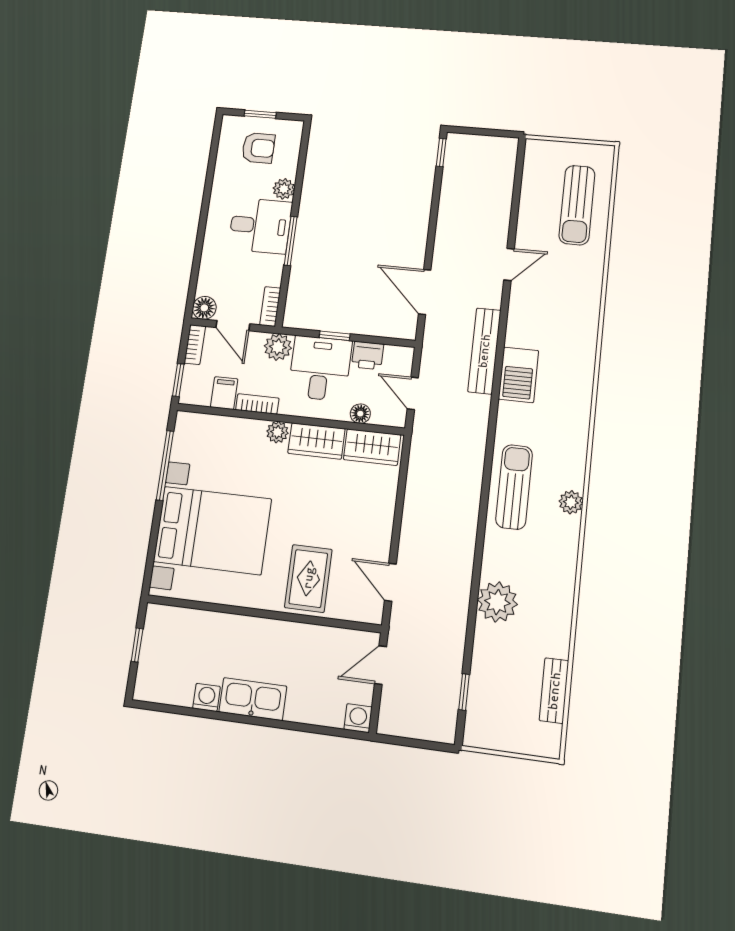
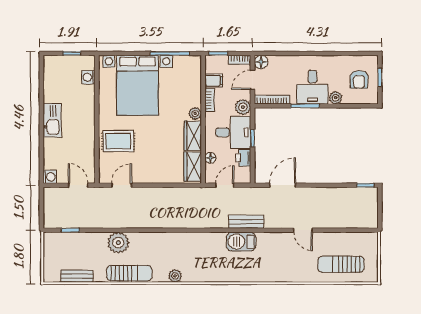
bookcase: (270, 307) -> (272, 100), width x1.56
bench: (484, 351) -> (246, 222), width x0.73
sun lounger: (514, 487) -> (129, 273), moved
washing machine: (207, 697) -> (88, 77), moved, turned 180

